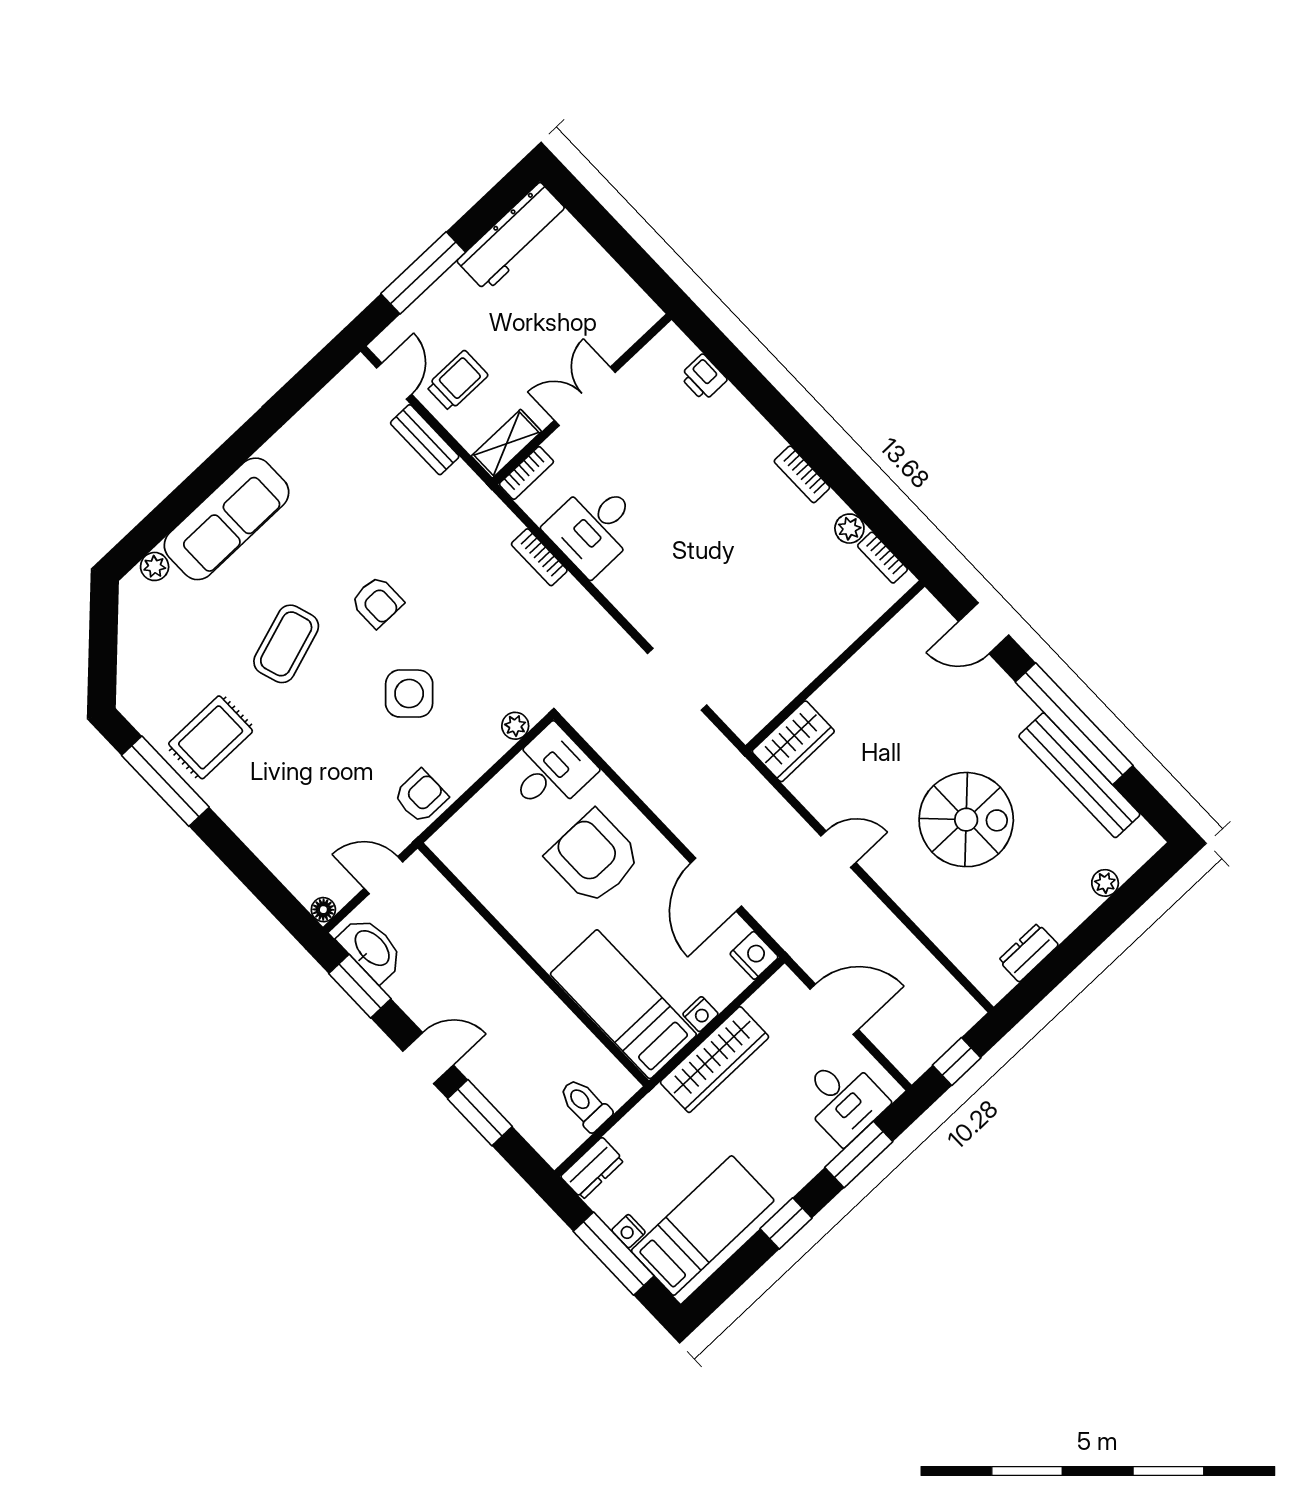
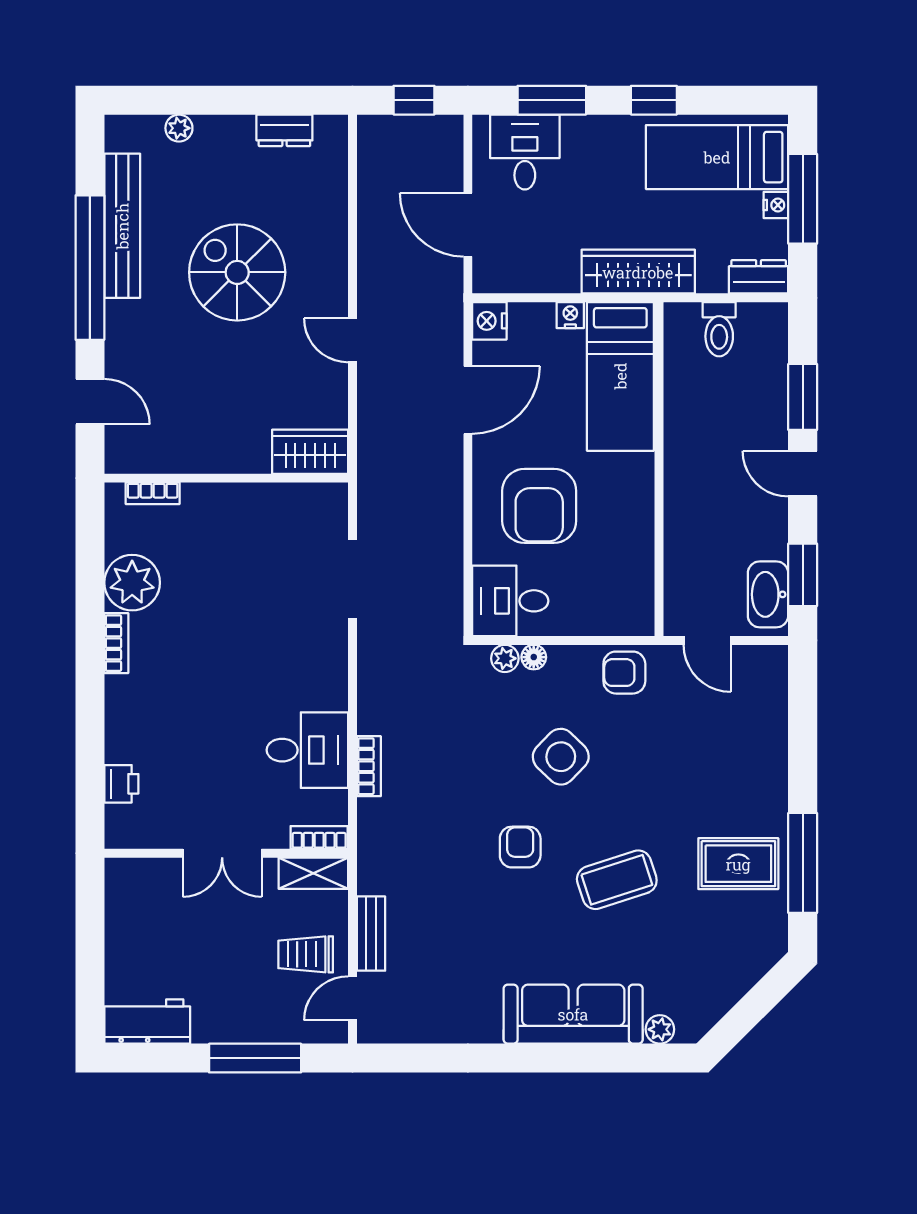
workbench: (513, 237) -> (147, 1021), width x0.73
plant: (849, 529) -> (132, 583), width x1.88, depth x1.88
bookcase: (882, 558) -> (153, 493), moved, turned 90
floor lamp: (323, 910) -> (534, 657), moved
wardrobe: (714, 1060) -> (638, 272), moved

